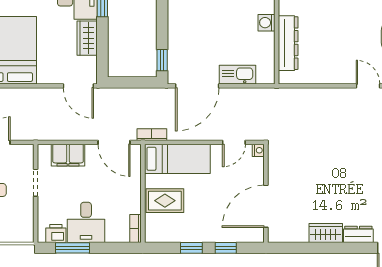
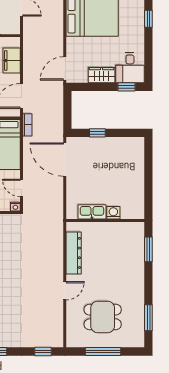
dresser: (288, 43) -> (74, 253), moved, turned -90
window: (162, 60) -> (97, 133), moved
kitchen sink: (237, 75) -> (92, 212), moved, turned -90

